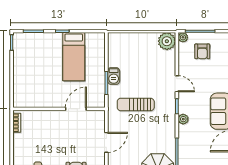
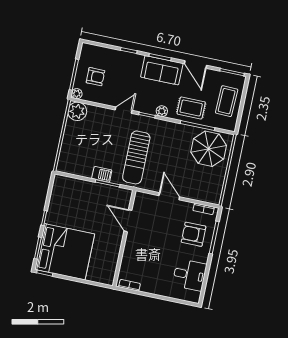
bed: (74, 57) -> (65, 252), moved, width x2.04
sun lounger: (136, 104) -> (136, 157), width x1.36, depth x1.34
rug: (192, 146) -> (191, 108), added

